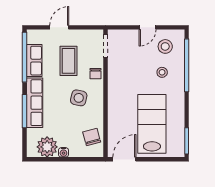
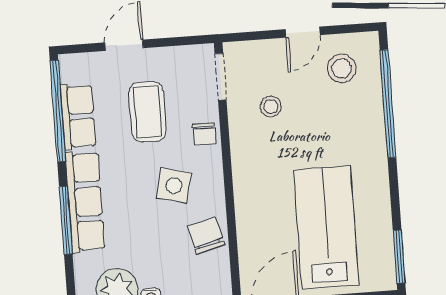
stool: (162, 72) -> (271, 107), moved
chair: (92, 137) -> (206, 236), moved

